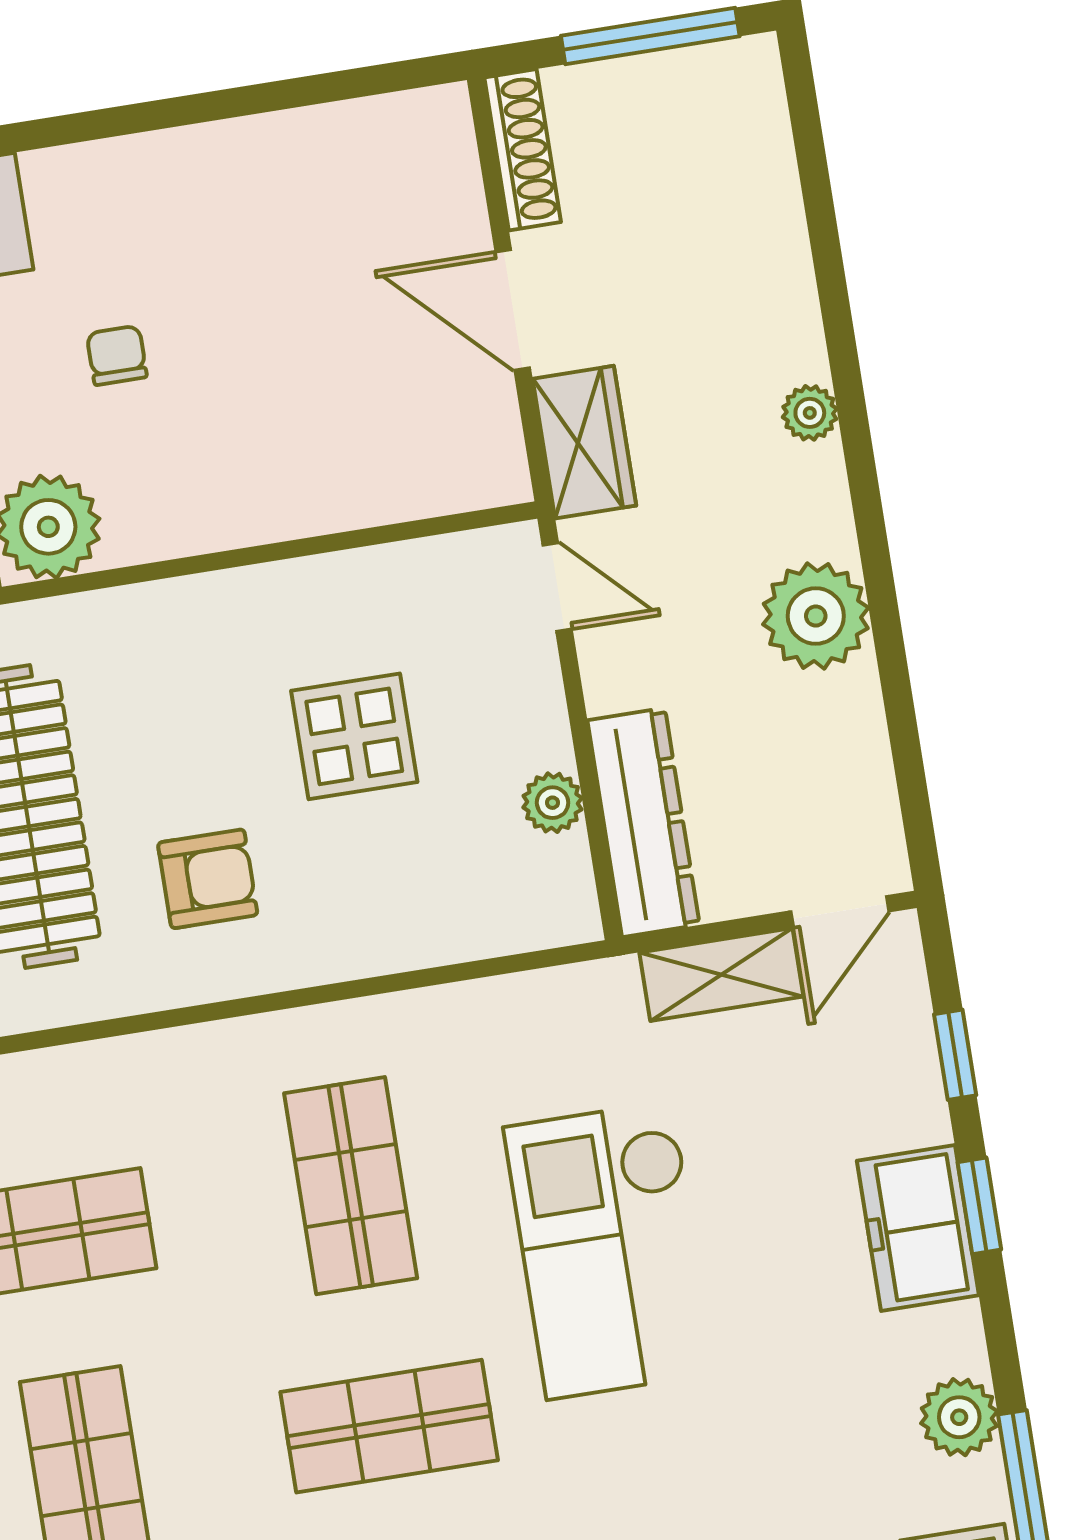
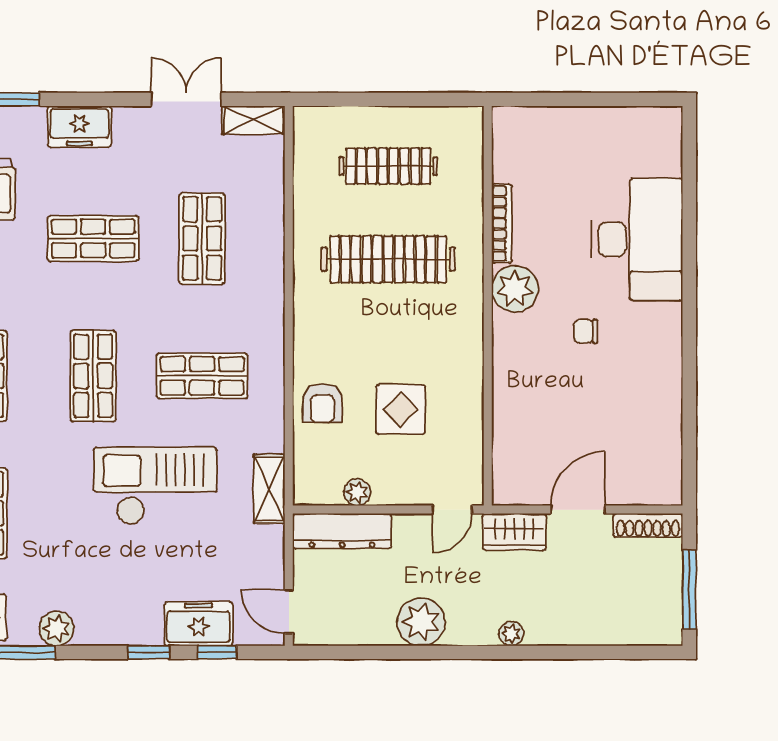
chair: (117, 355) -> (586, 331), turned 180
armchair: (208, 879) -> (322, 403), moved
shelving: (721, 974) -> (269, 489), moved
freezer: (918, 1228) -> (199, 624), moved

